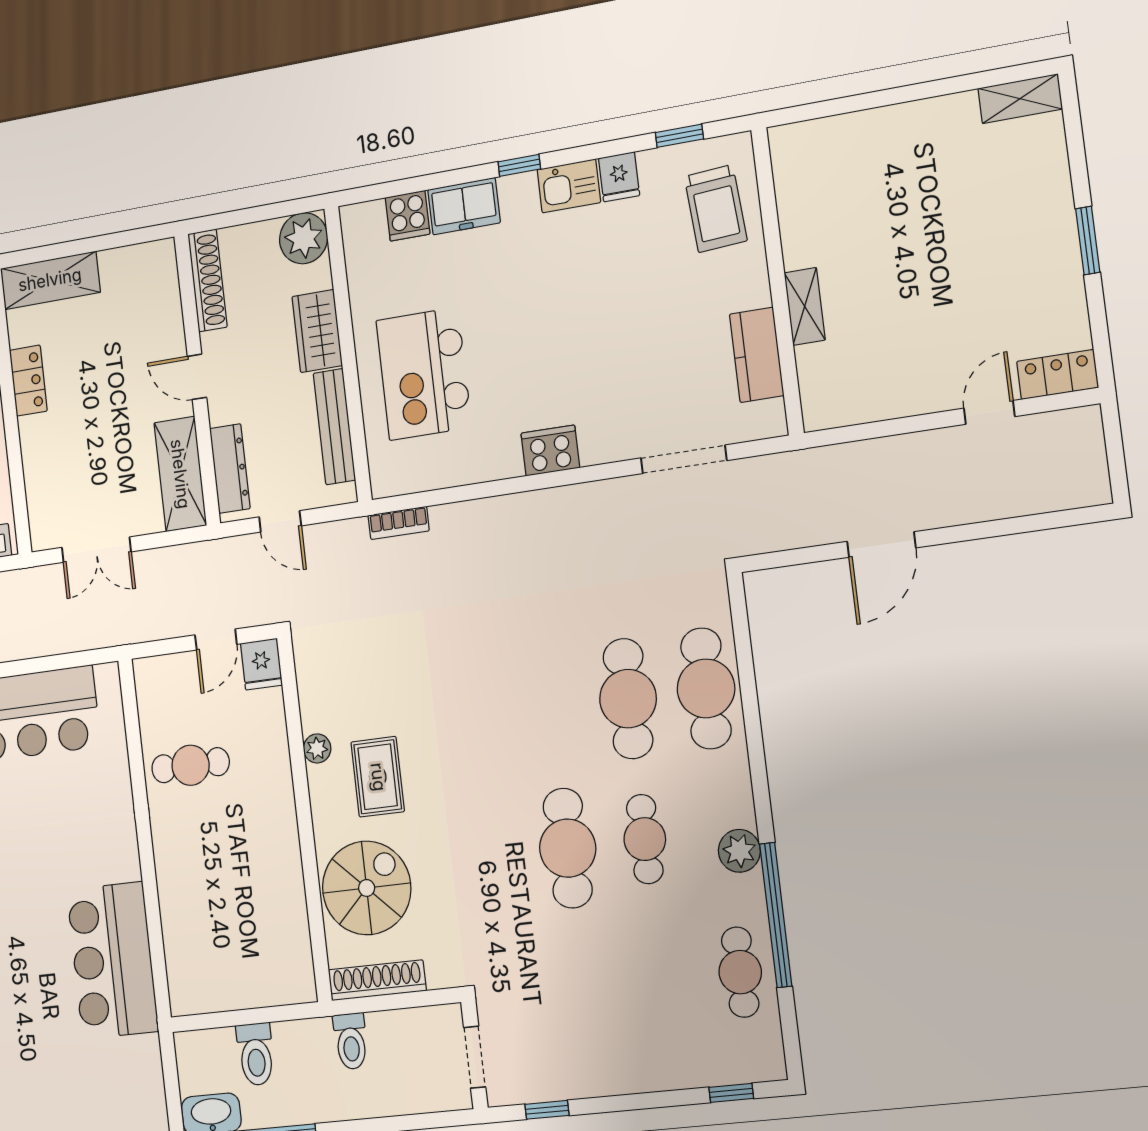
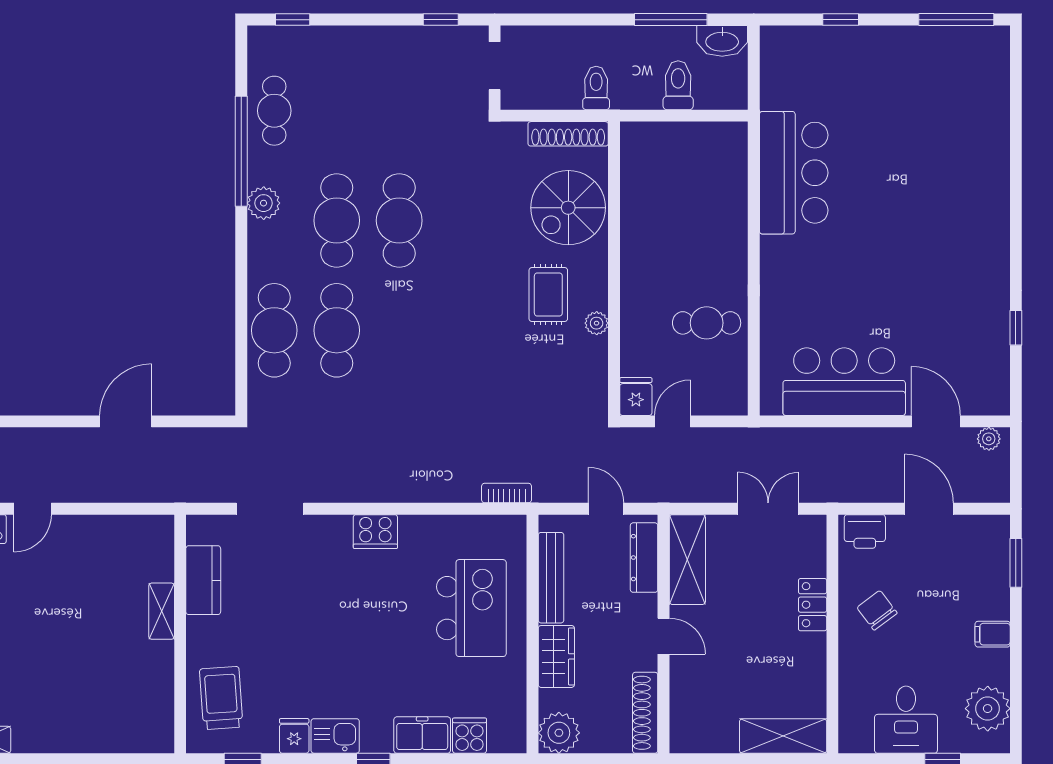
locker: (28, 381) -> (813, 605), moved
cafe table: (645, 839) -> (337, 220), width x1.37, depth x1.35

